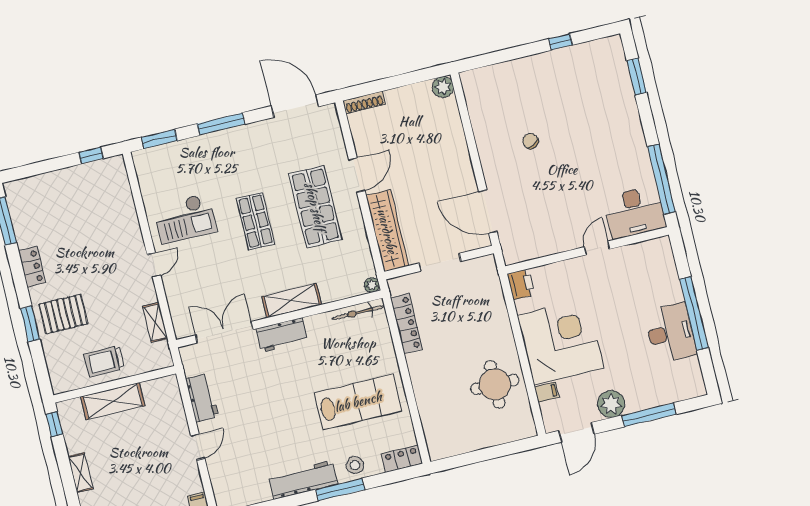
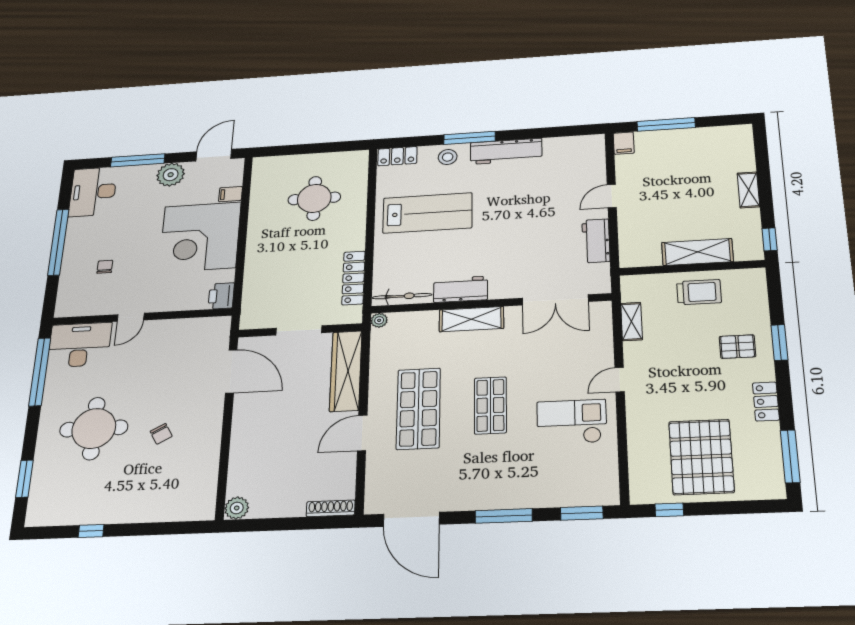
round table: (592, 135) -> (94, 428), added
pallet: (75, 207) -> (701, 457), added
chair: (640, 295) -> (105, 267), added
pallet: (63, 314) -> (737, 347), width x0.67, depth x0.71
desk: (671, 333) -> (93, 192), moved
workbench: (282, 335) -> (461, 289), moved
round table: (495, 384) -> (314, 198), moved
lab bench: (358, 402) -> (427, 213), turned 180

